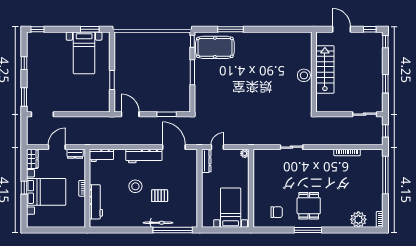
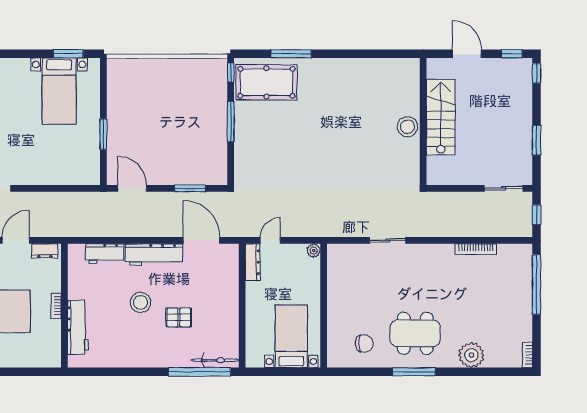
workbench: (101, 155) -> (105, 254), moved
dining table: (309, 206) -> (415, 333), width x1.38
plant: (358, 219) -> (471, 355), moved
bicycle: (158, 223) -> (215, 360), moved

